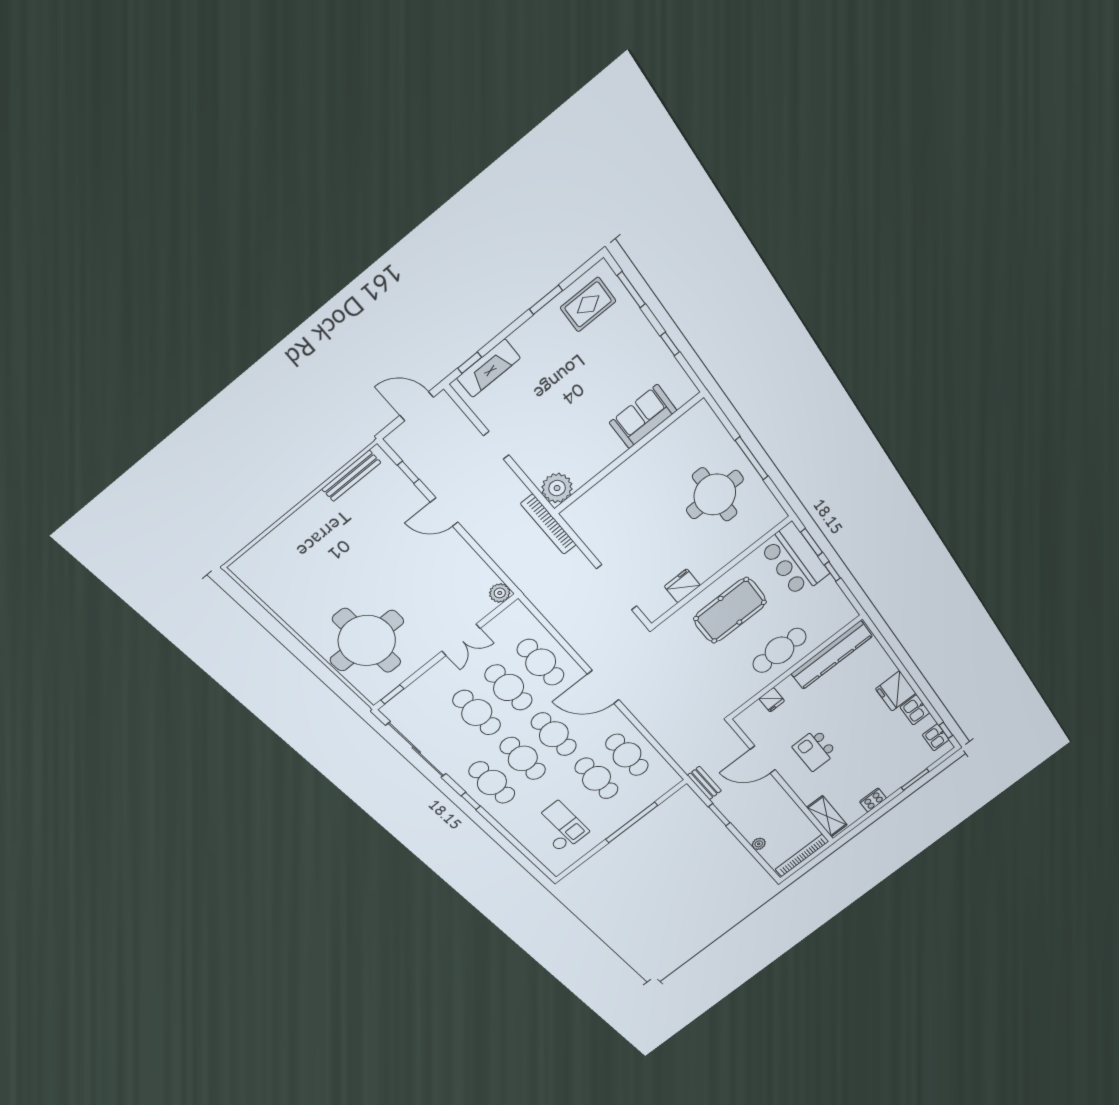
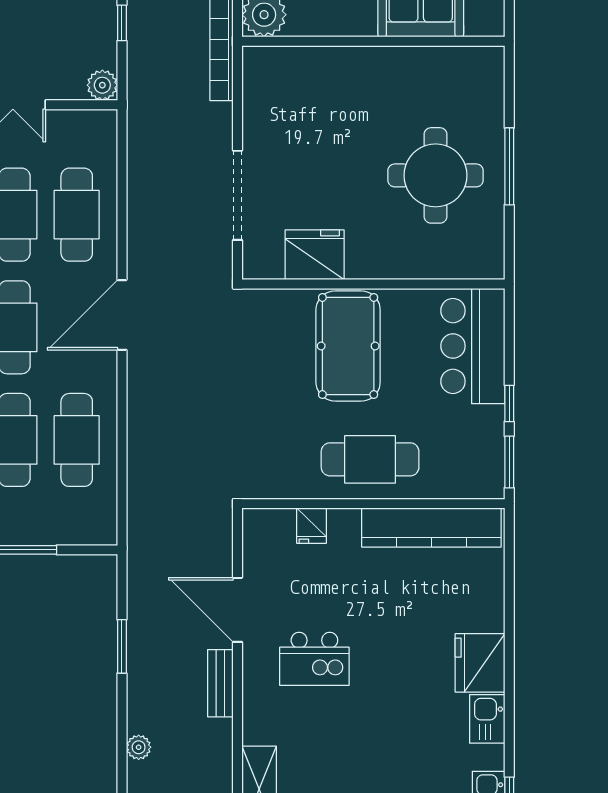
window: (812, 542) -> (509, 462), moved
window: (483, 555) -> (122, 23), added
fridge: (682, 586) -> (315, 255), width x1.36, depth x1.34
pool table: (730, 610) -> (348, 346), turned 90
door: (603, 687) -> (122, 315), hinge flipped
kitchen island: (815, 750) -> (314, 659), turned -90
bench: (704, 783) -> (220, 683), moved

